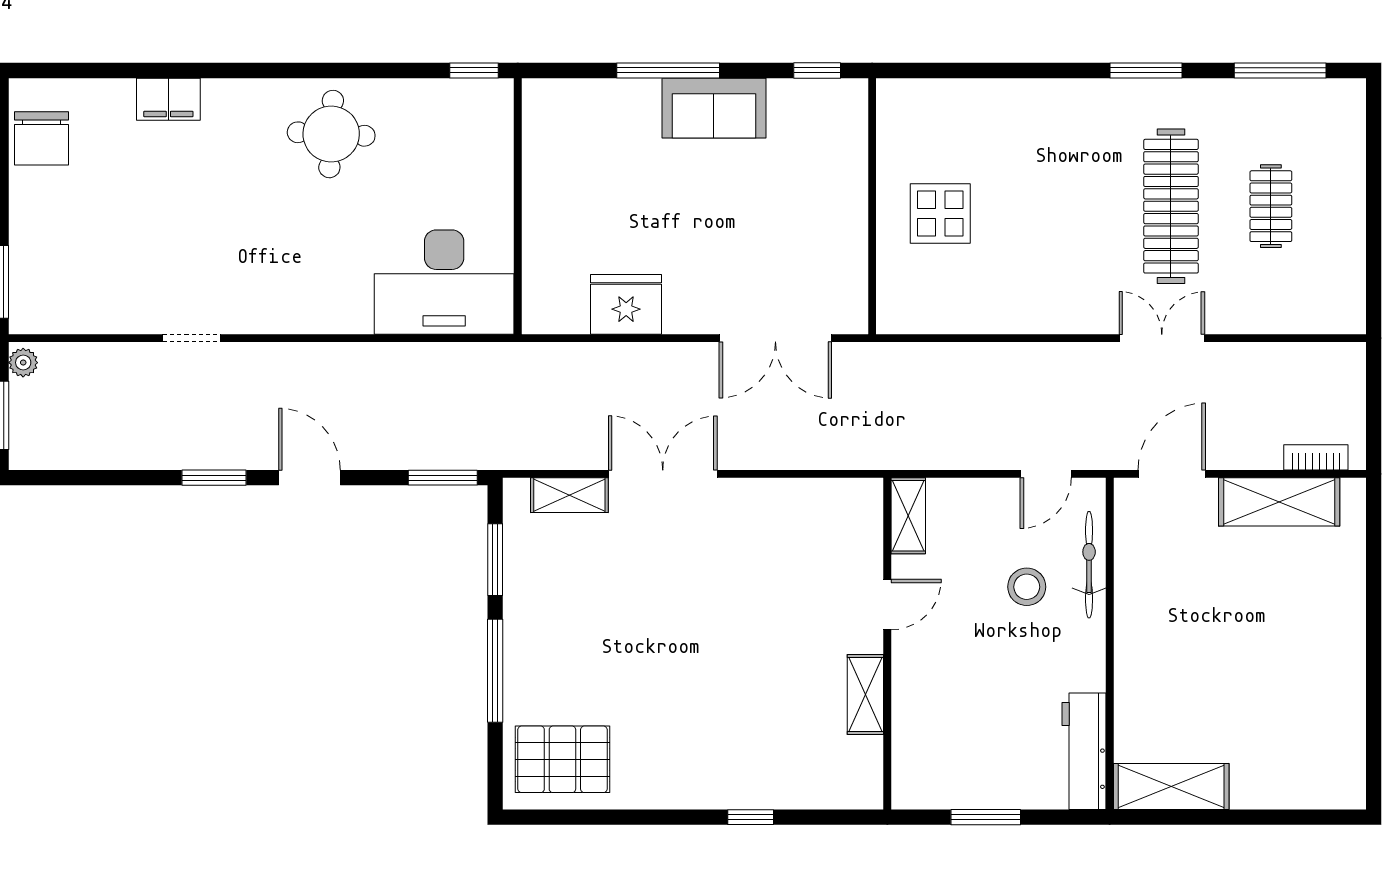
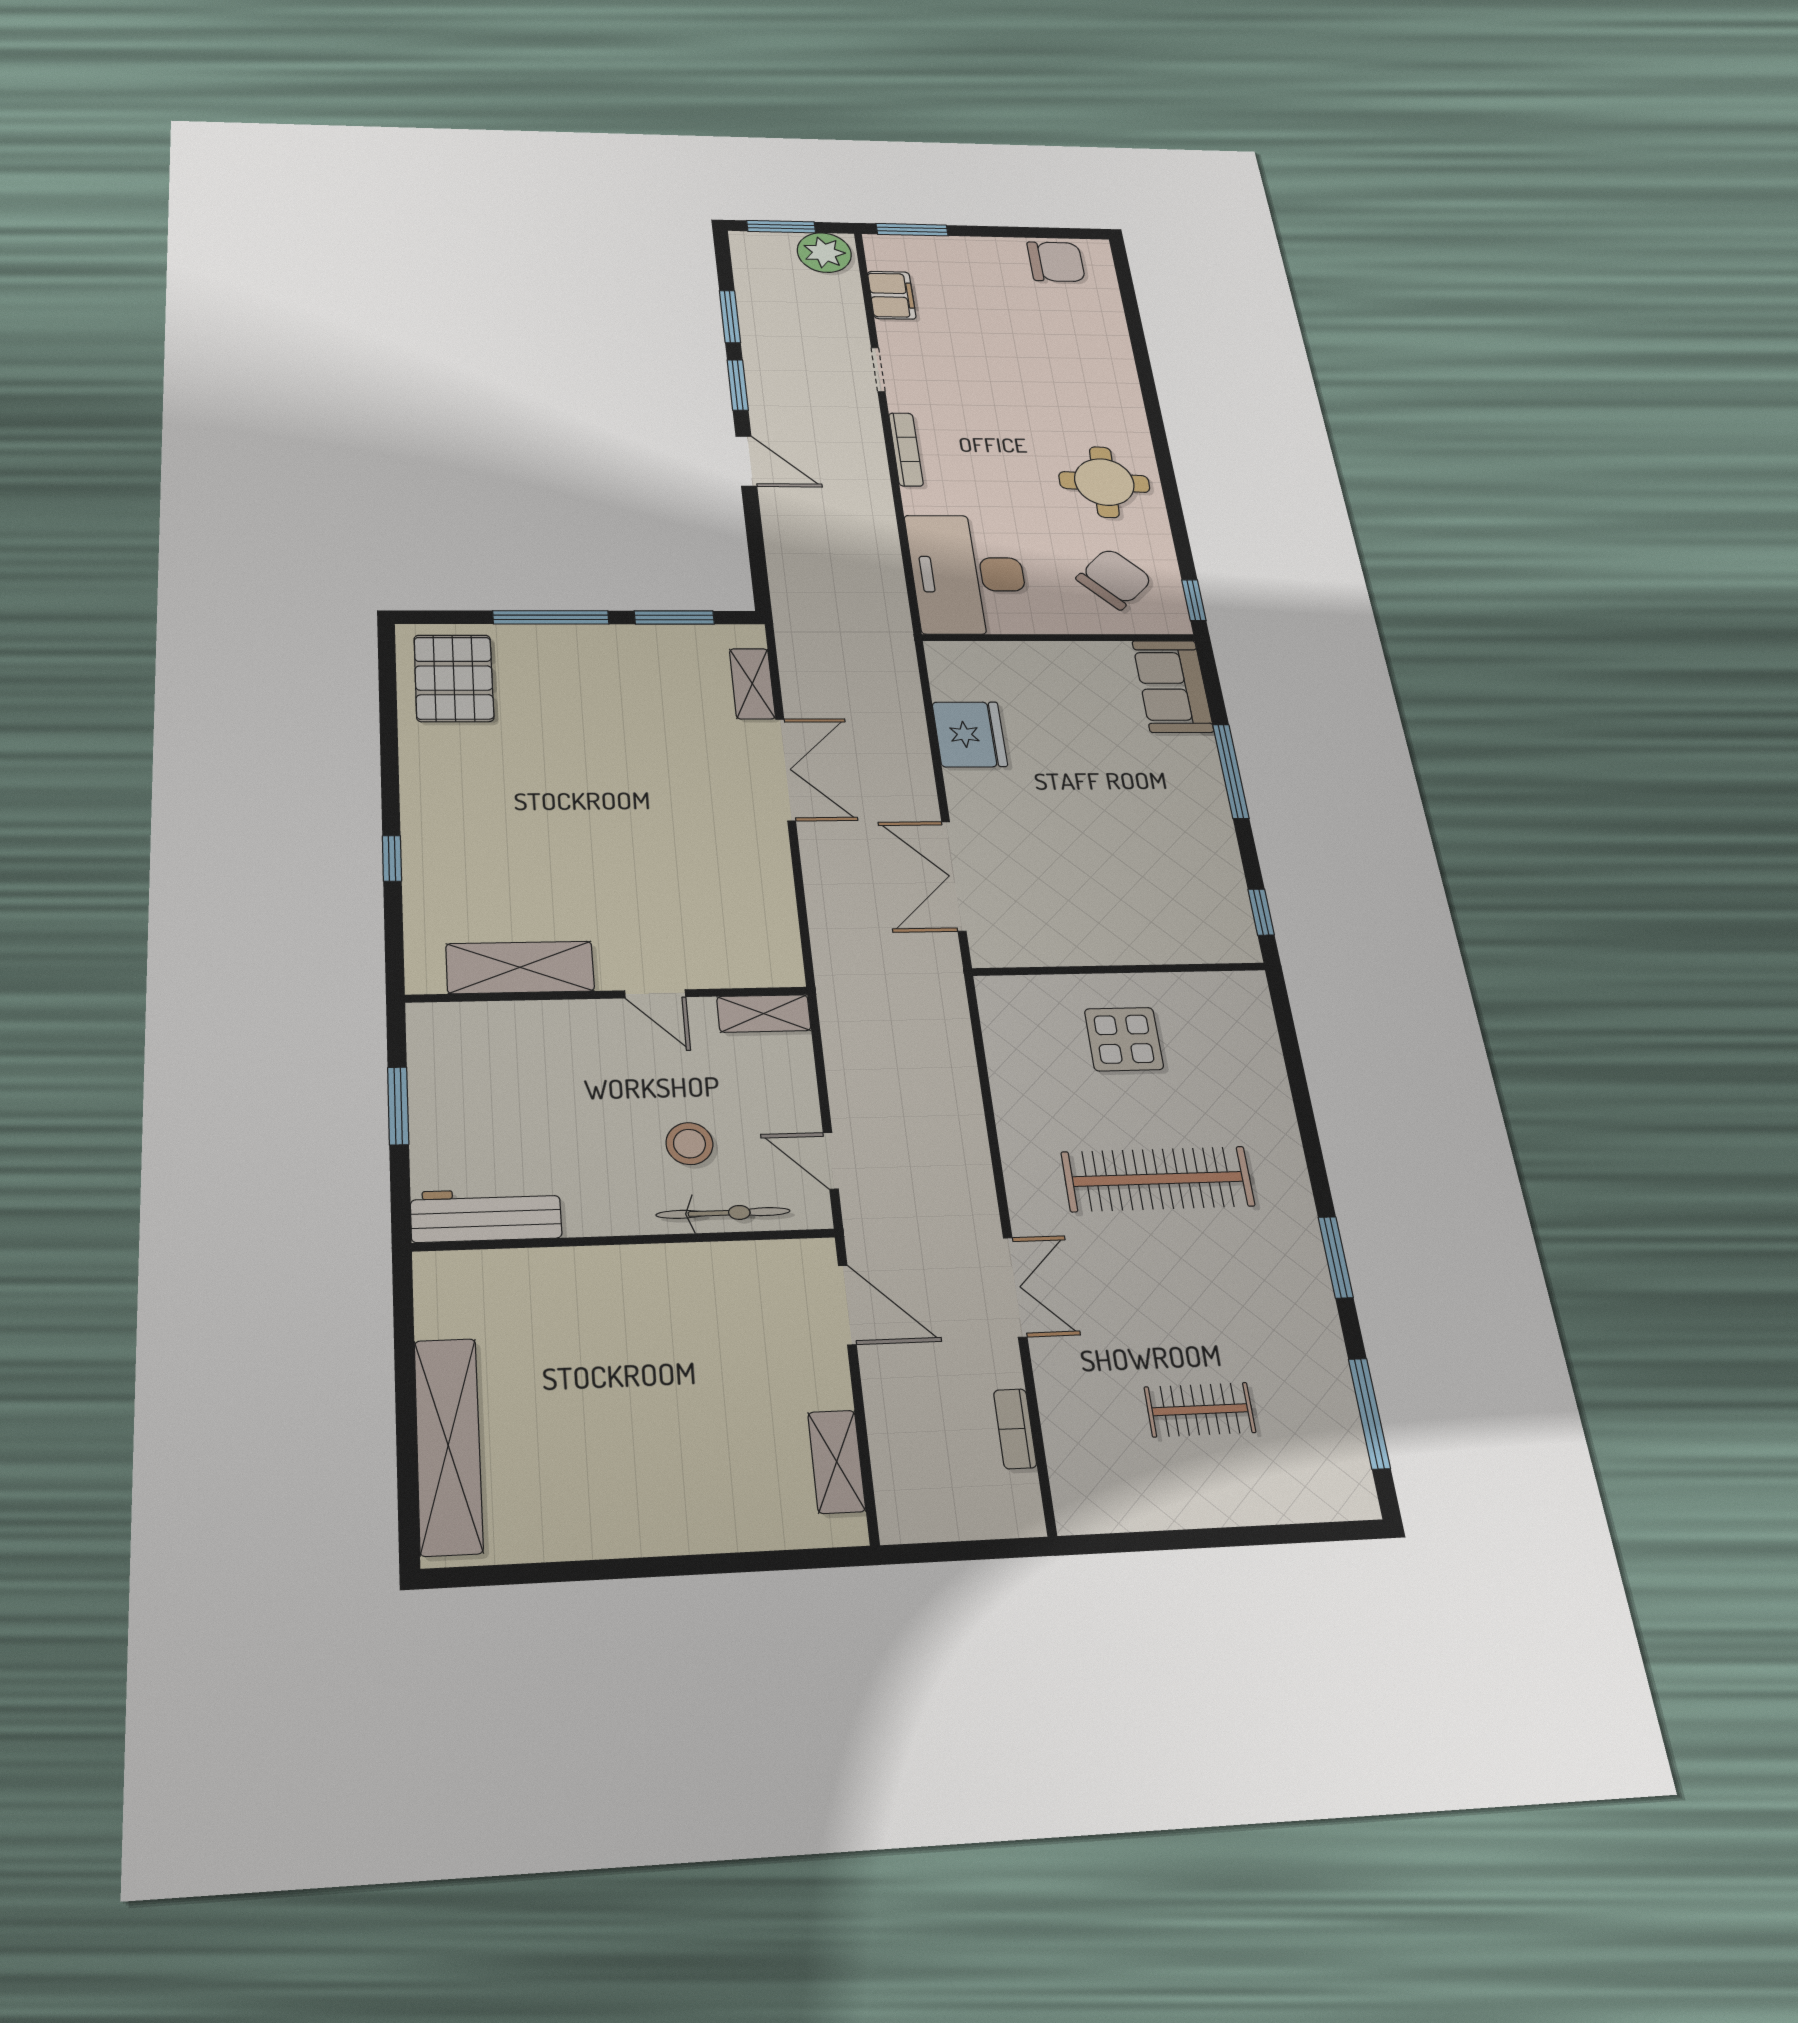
filing cabinet: (168, 99) -> (892, 295), moved, turned 180
sofa: (714, 108) -> (1173, 686), moved
chair: (41, 138) -> (1056, 262), turned 180
chair: (449, 143) -> (1114, 579), added
clothes rail: (1171, 206) -> (1158, 1179), moved
bookcase: (293, 323) -> (906, 449), added
plant: (23, 363) -> (824, 253), width x1.88, depth x1.88
bookcase: (1316, 457) -> (1015, 1429), moved, turned 180
door: (310, 478) -> (746, 461), hinge flipped
window: (443, 478) -> (730, 317), moved
shelving: (1279, 502) -> (837, 1462), width x0.67, depth x0.75
shelving: (865, 695) -> (520, 967), width x1.50, depth x1.33
shelving: (1171, 786) -> (448, 1446), moved, width x1.47

